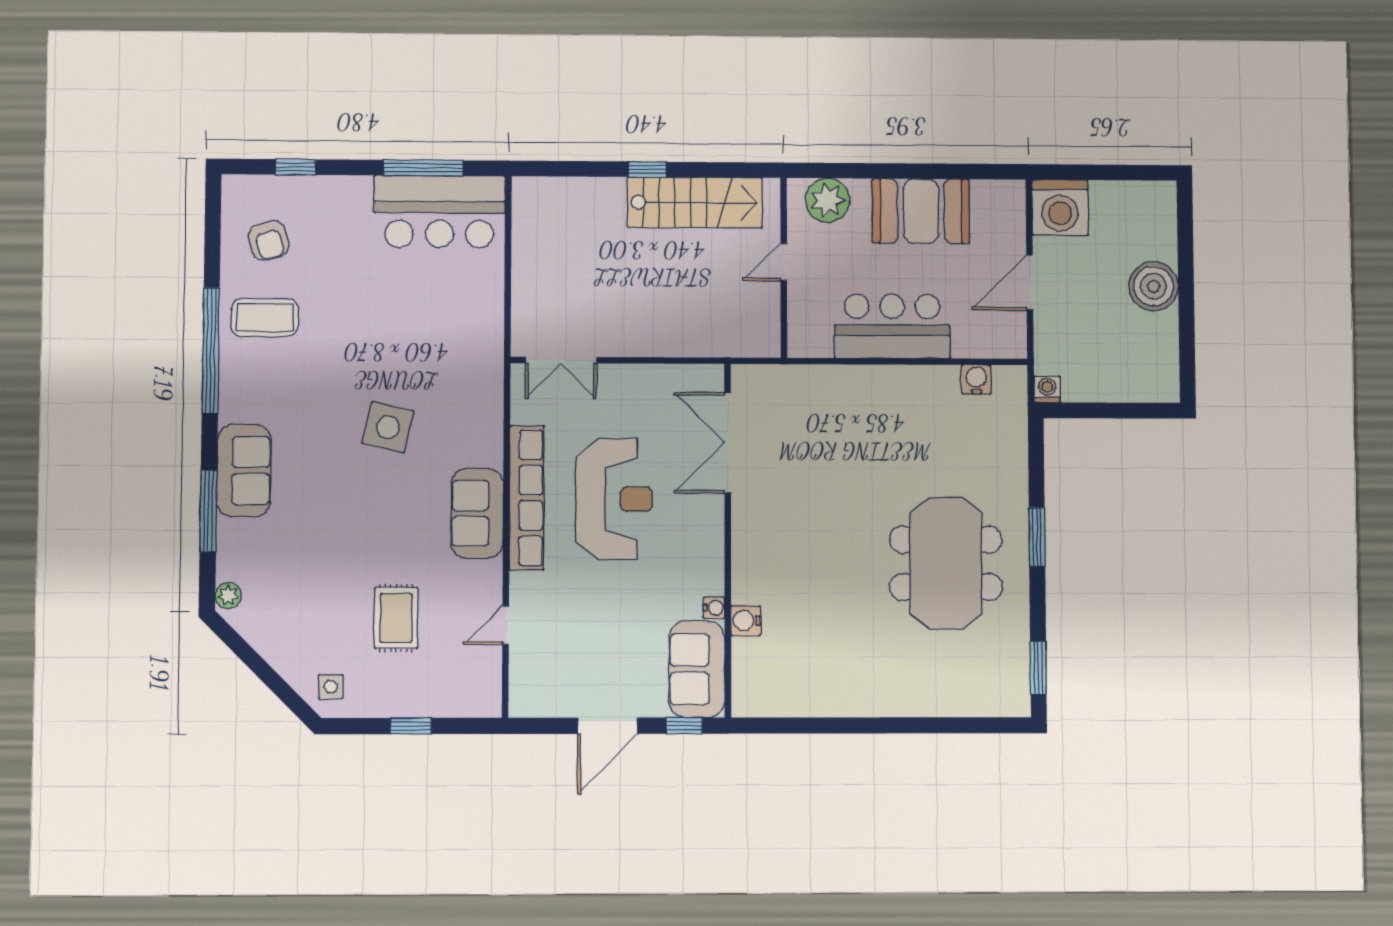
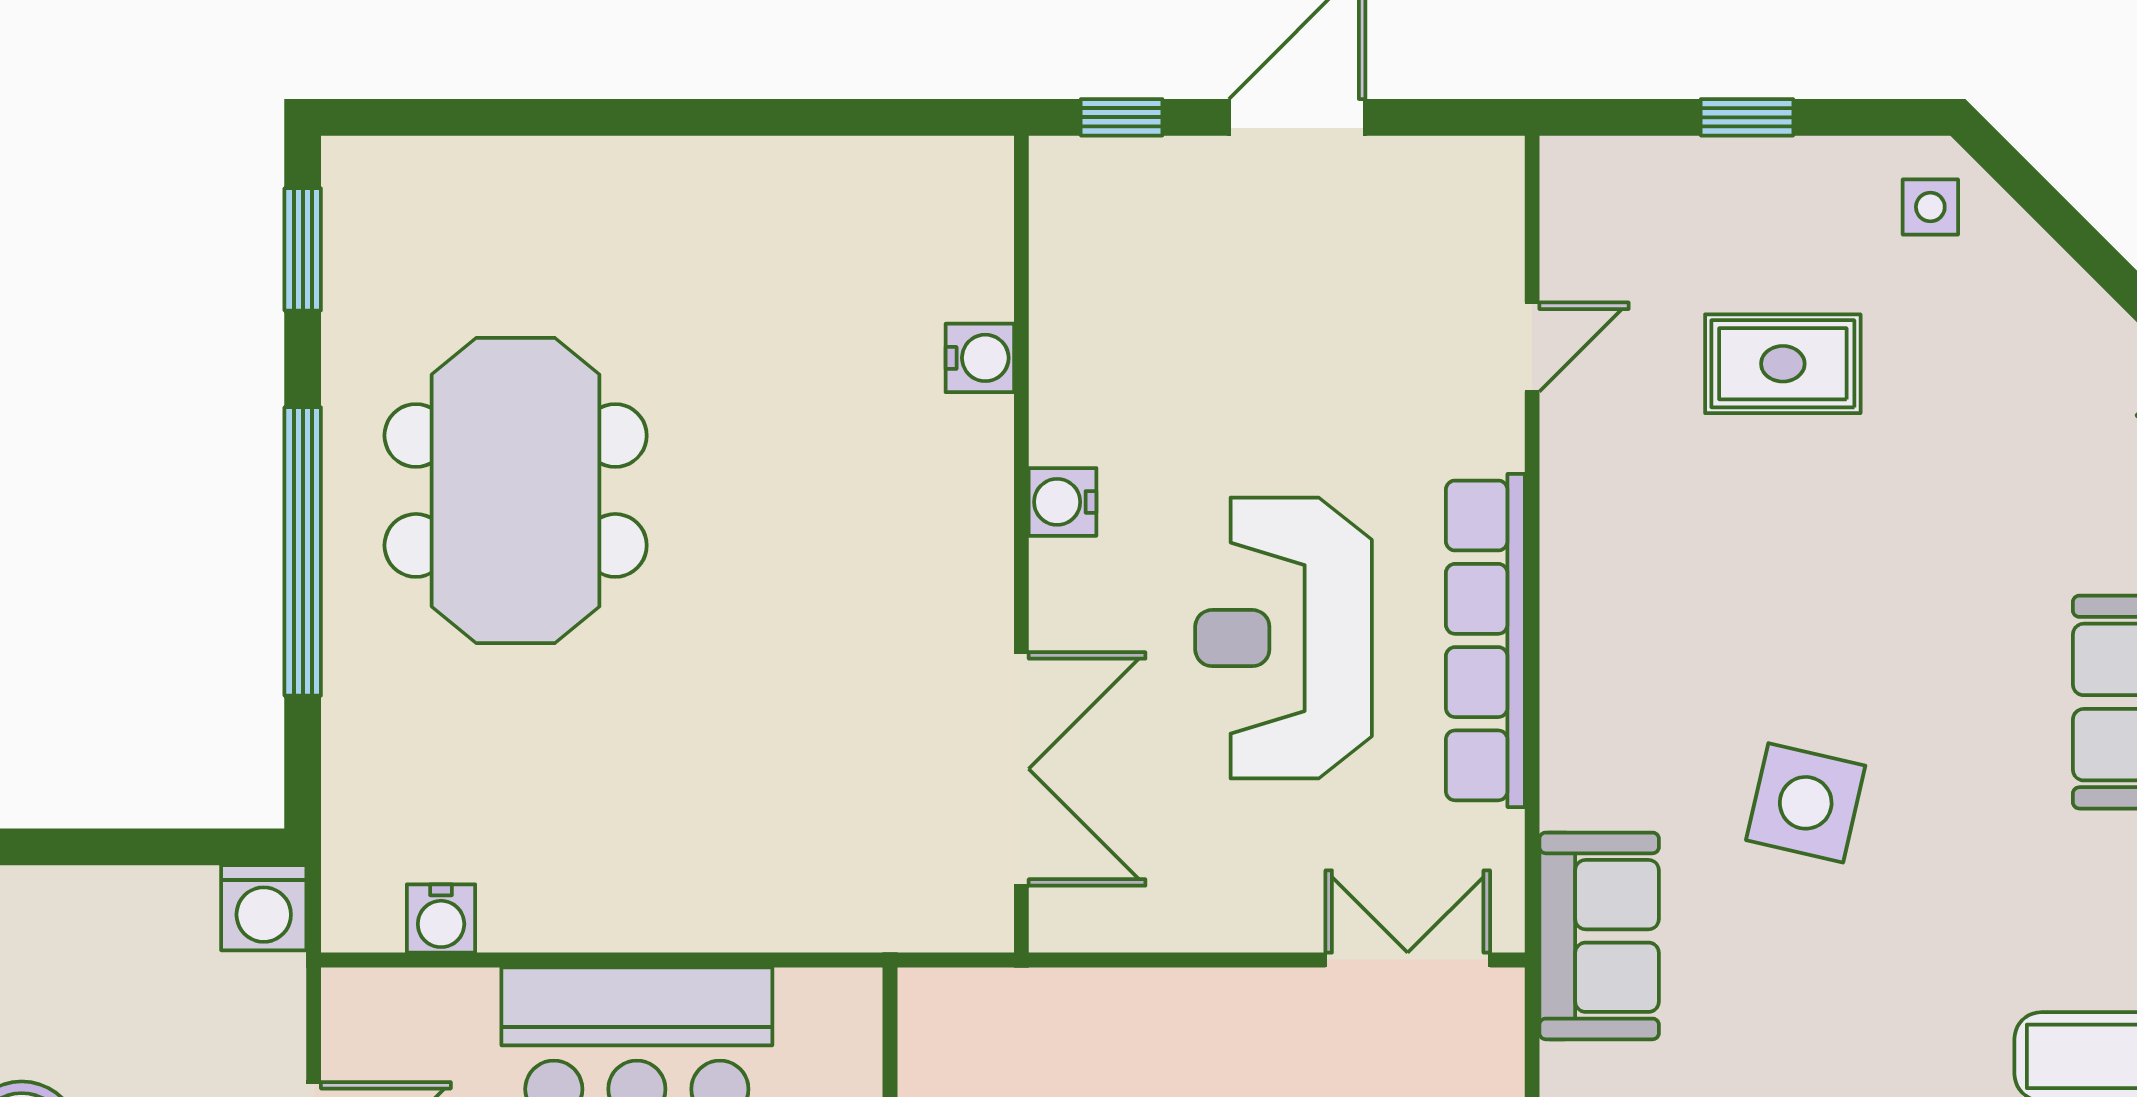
washing machine: (1047, 389) -> (264, 908), width x1.38, depth x1.38
sofa: (477, 513) -> (1599, 936), moved
window: (1037, 537) -> (303, 551), width x2.11
water cooler: (714, 608) -> (1063, 502), moved, width x1.38, depth x1.38
rug: (396, 618) -> (1783, 364), turned 90
sofa: (697, 669) -> (1093, 246), removed

